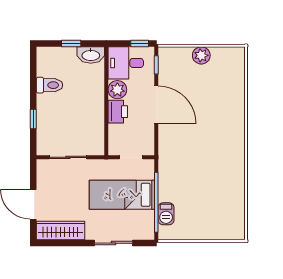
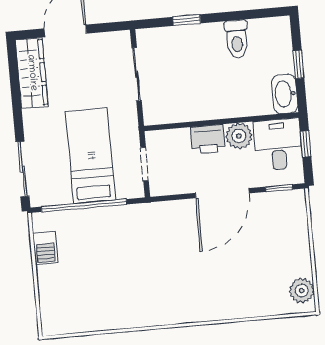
window: (140, 44) -> (306, 144), moved
plant: (201, 55) -> (302, 291), moved
barbecue: (166, 214) -> (45, 248), moved, turned -90
sliding door: (113, 243) -> (22, 169), moved

